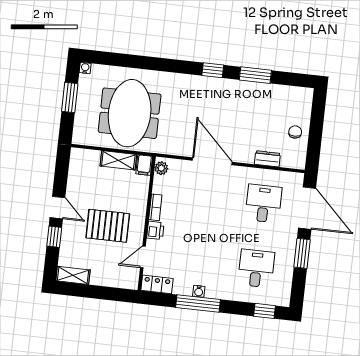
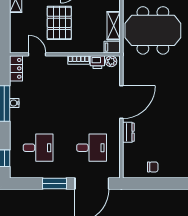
dresser: (267, 159) -> (128, 132), moved
printer: (155, 230) -> (97, 62), moved

